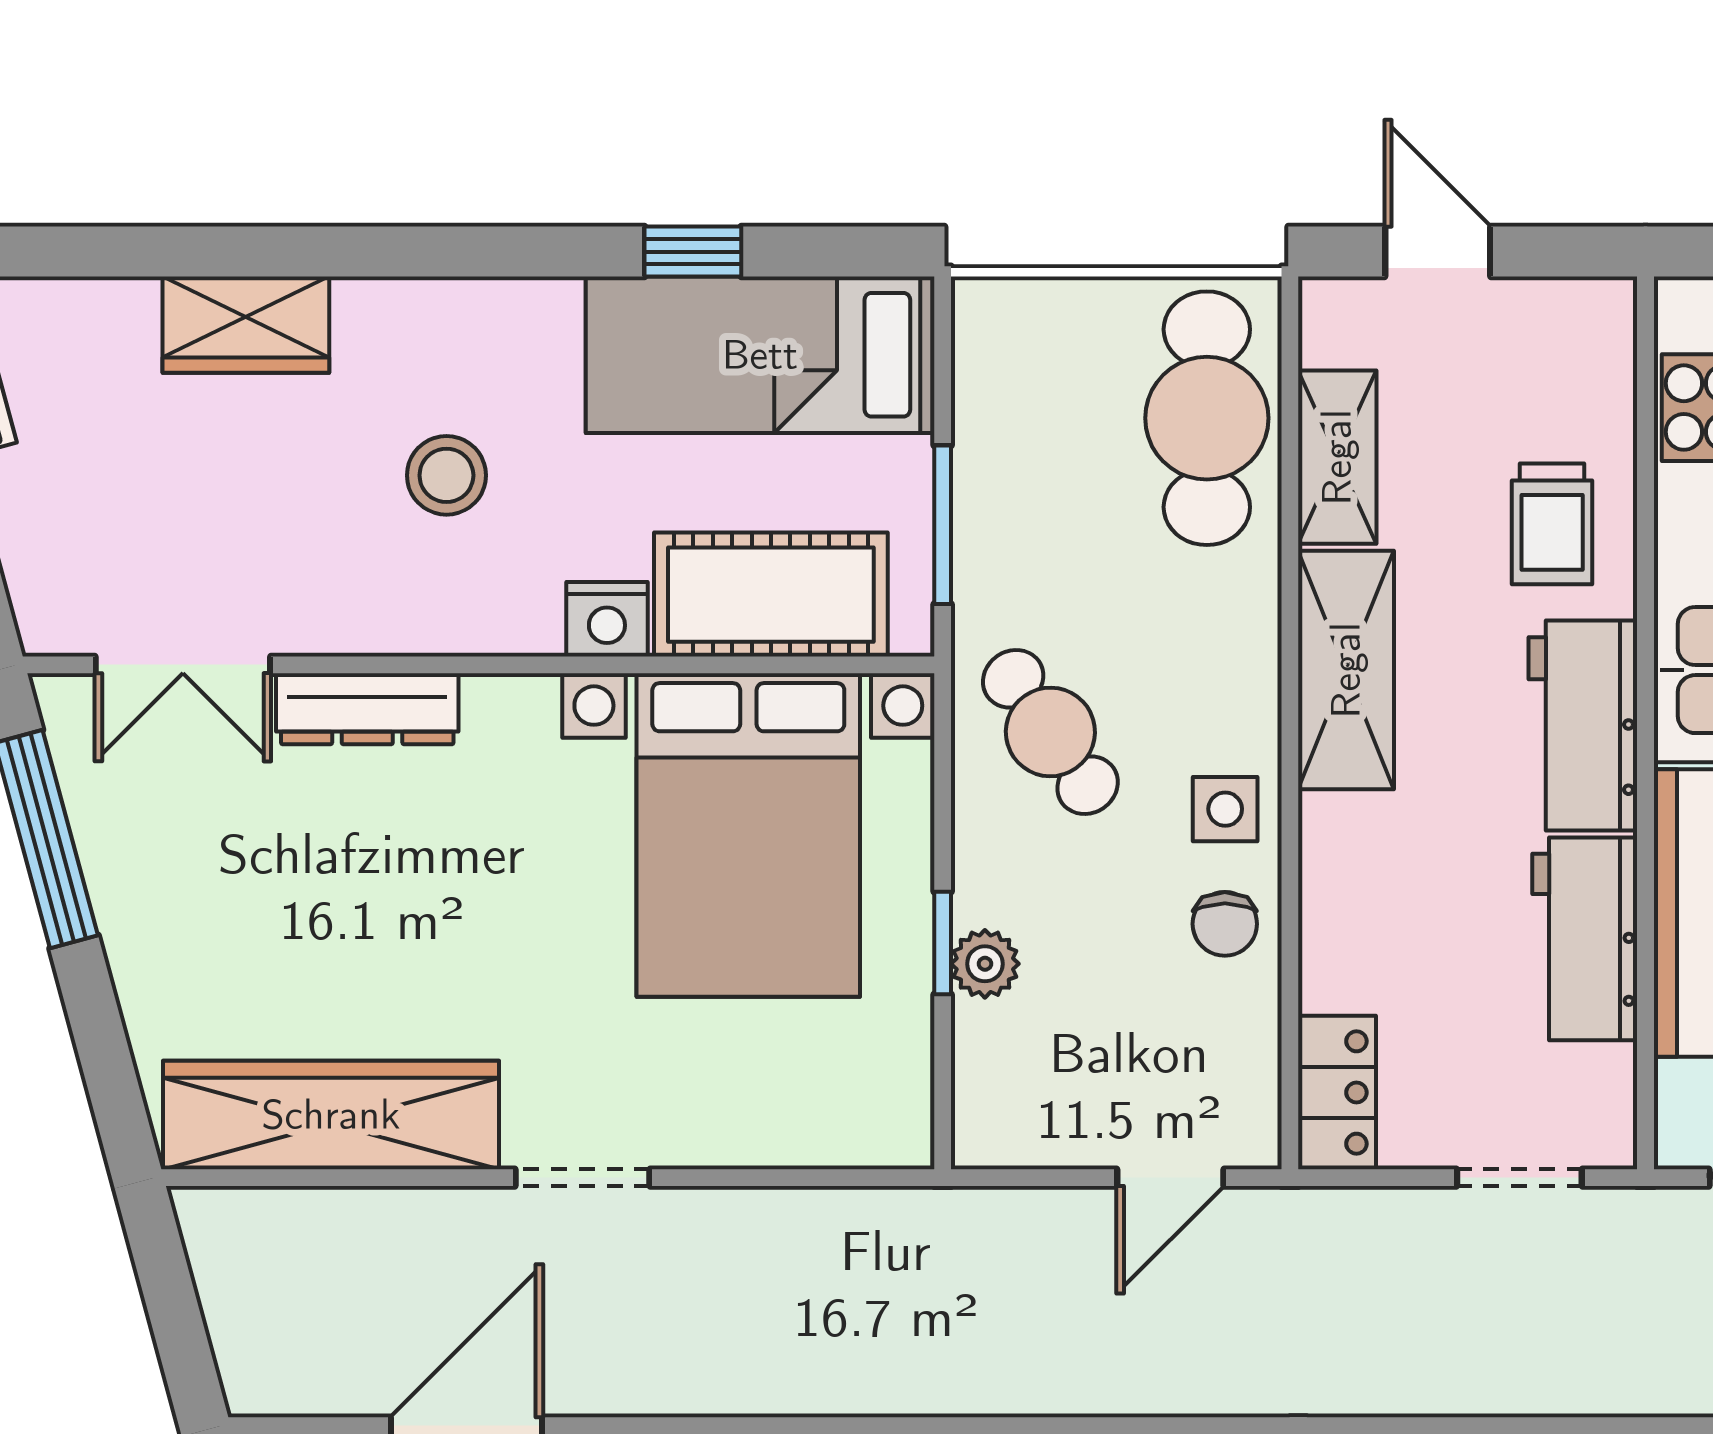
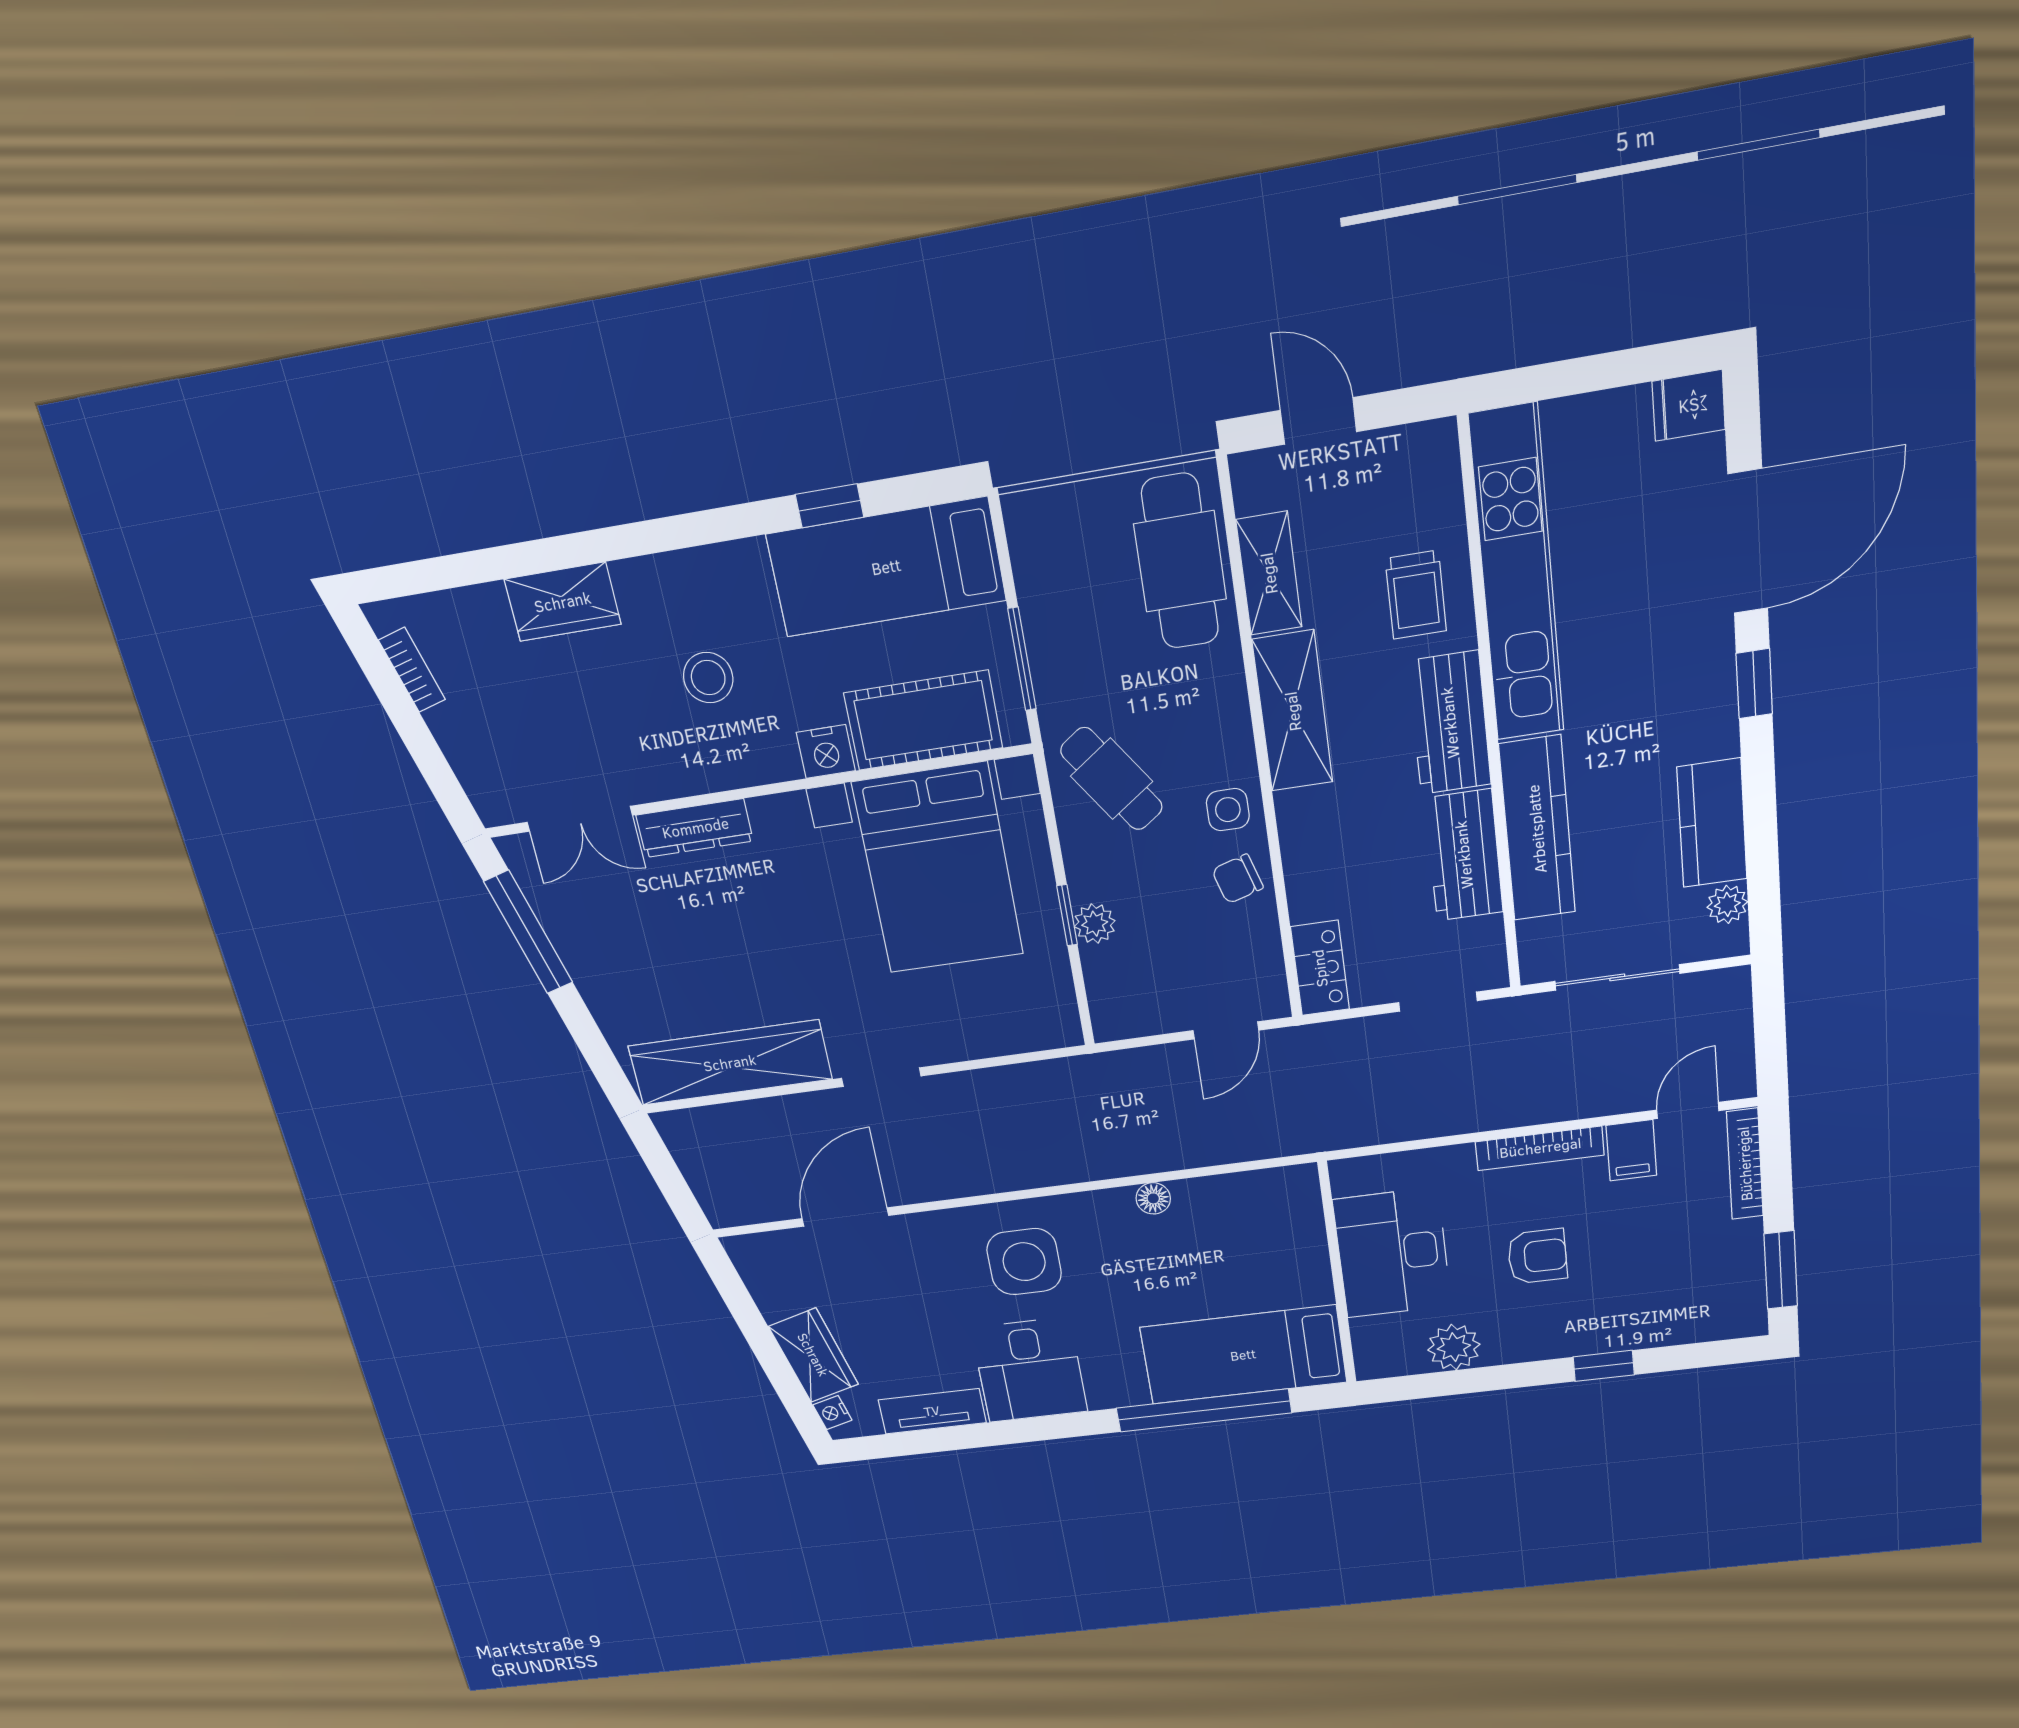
chair: (1225, 924) -> (1237, 879), turned 73

